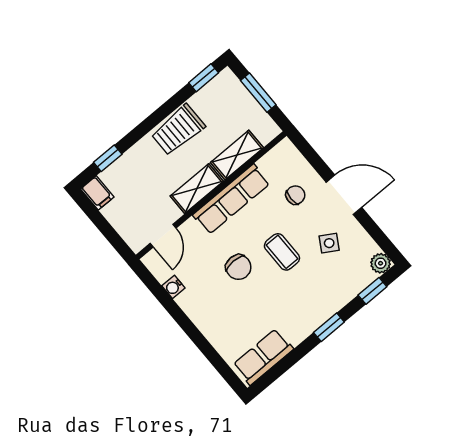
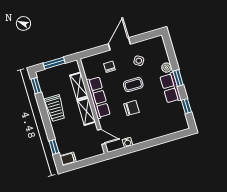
plant: (381, 263) -> (167, 68), moved
window: (372, 291) -> (186, 106), moved
row of seats: (263, 357) -> (170, 88), moved

